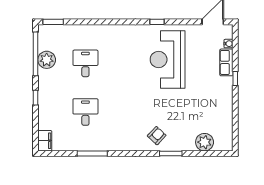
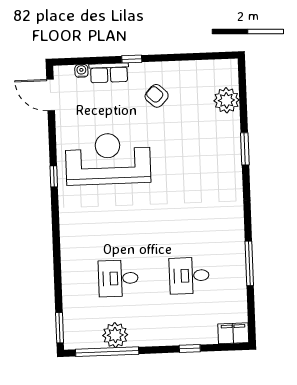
reception desk: (168, 59) -> (108, 159), turned 180
window: (35, 98) -> (190, 349), moved
armchair: (157, 136) -> (157, 96), moved

